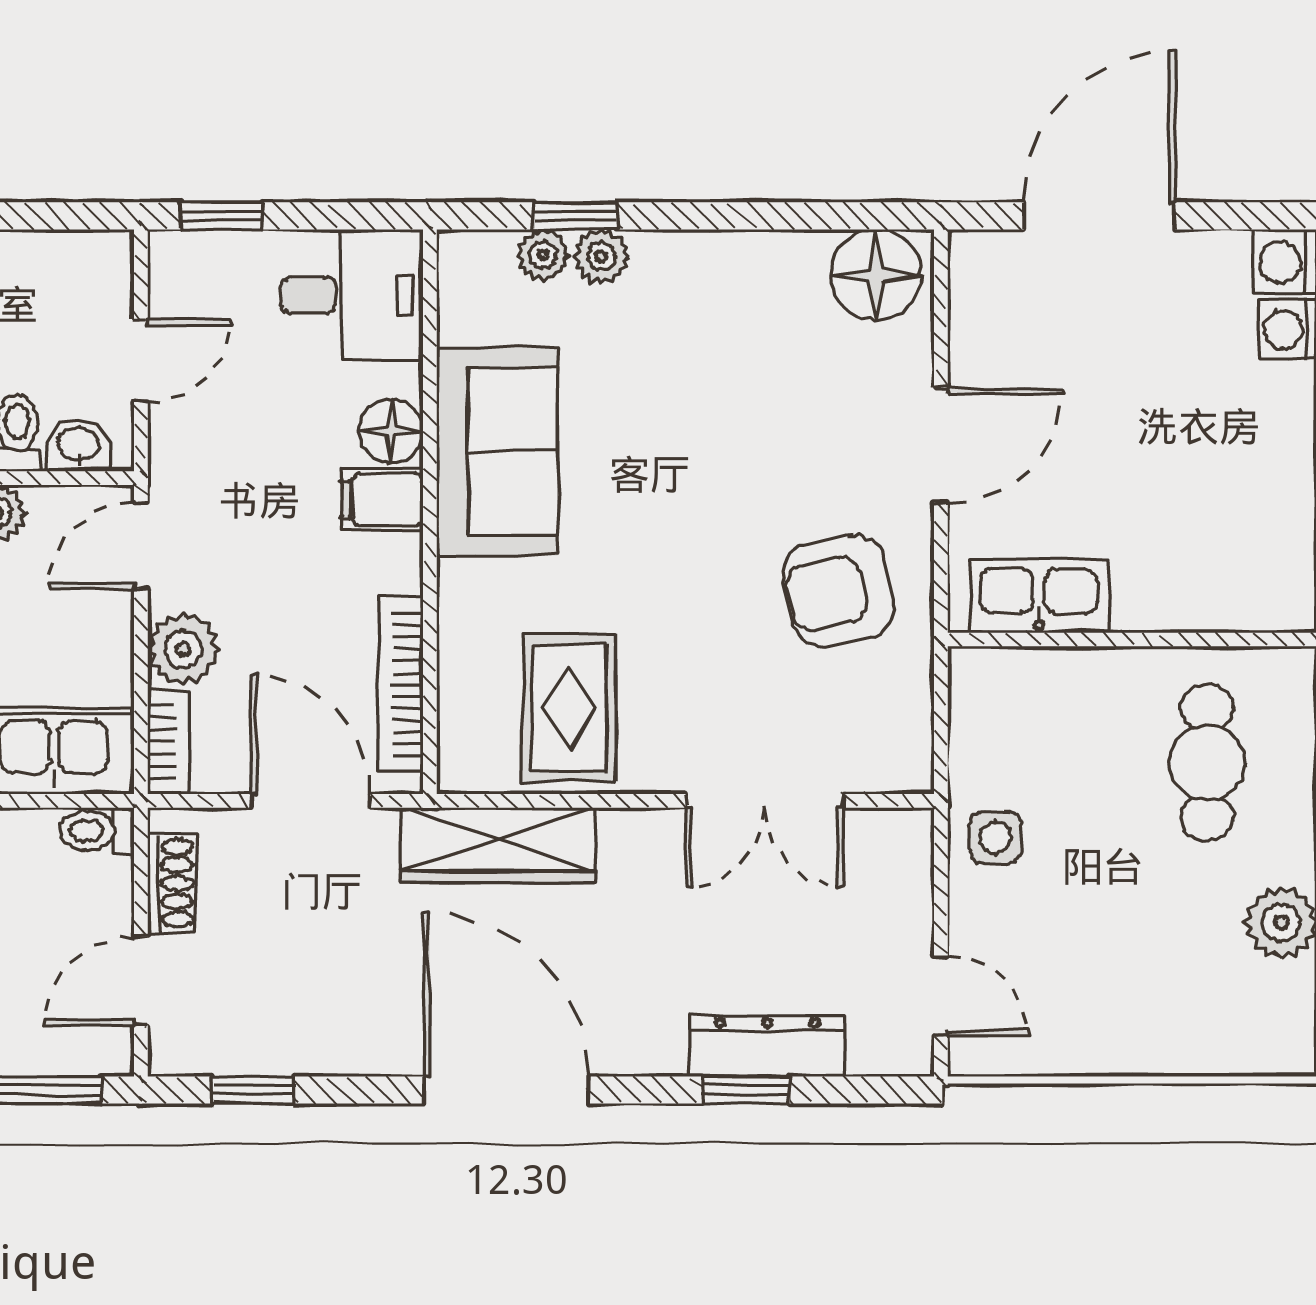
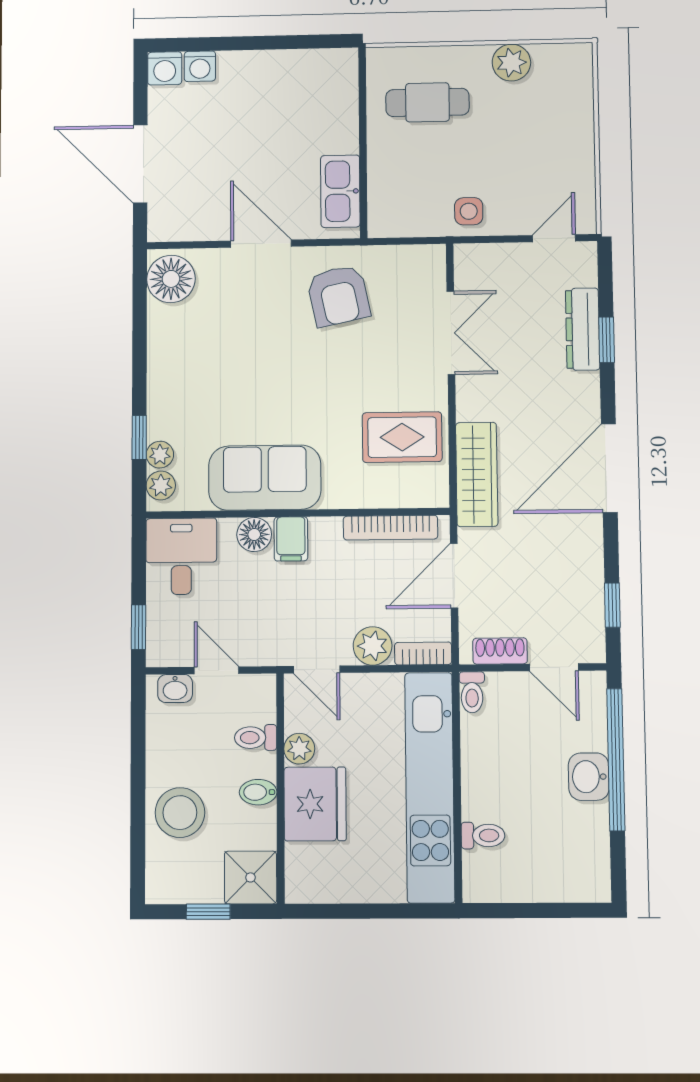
plant: (601, 257) -> (161, 486), moved
washbasin: (78, 446) -> (175, 689), moved, turned -90

